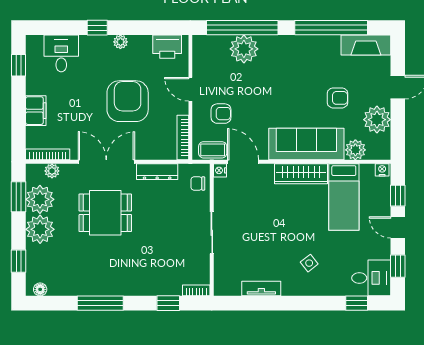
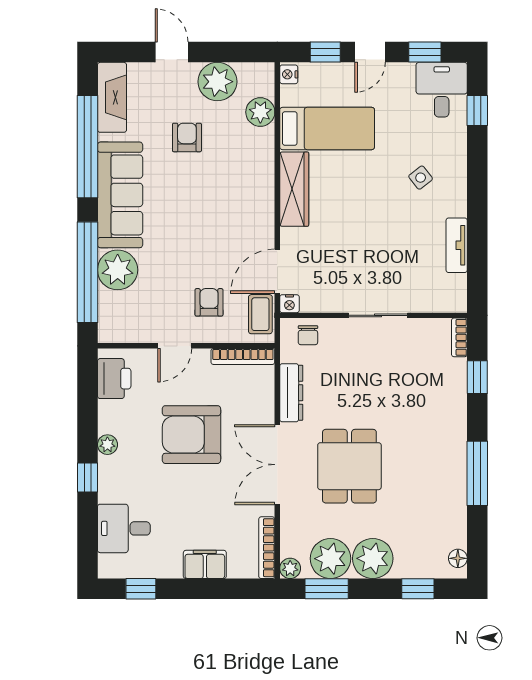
sofa: (306, 144) -> (120, 195), moved, turned 180
plant: (52, 171) -> (290, 568), moved

